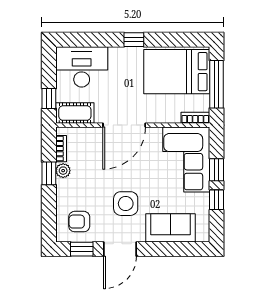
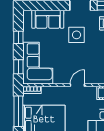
door: (124, 125) -> (77, 85), width x0.53
window: (216, 170) -> (18, 67), moved

